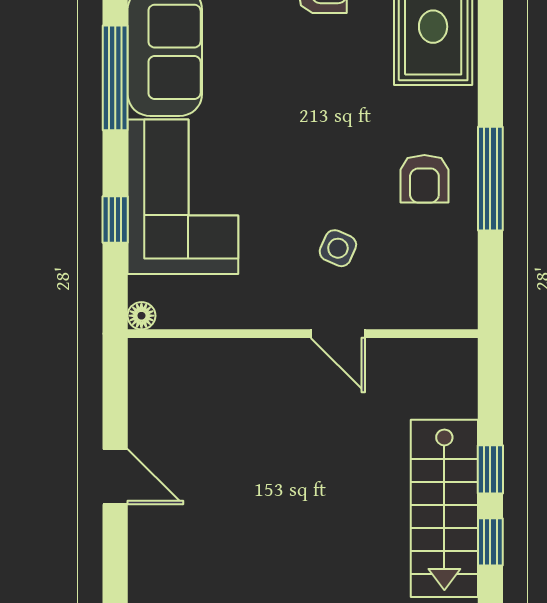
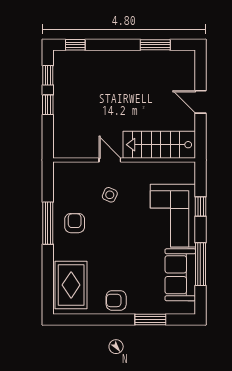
floor lamp: (141, 316) -> (190, 167), removed
stairs: (444, 508) -> (159, 145), moved, turned -90

